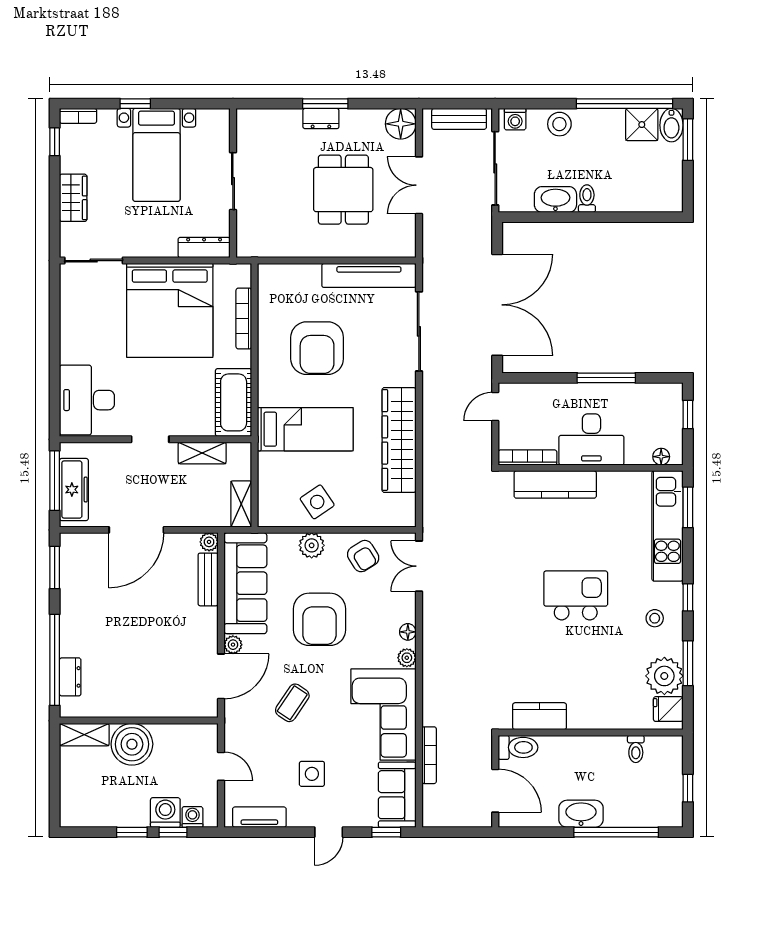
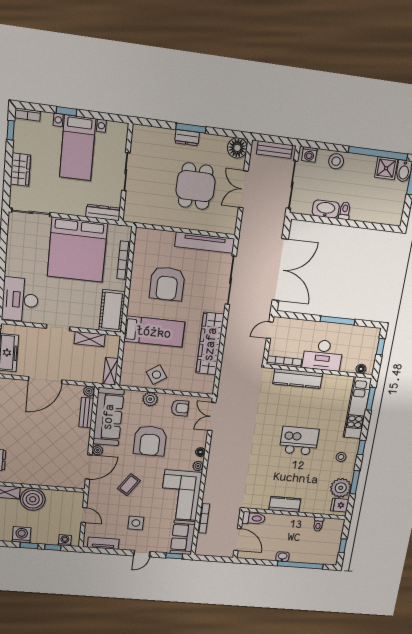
armchair: (363, 556) -> (180, 408), turned -58
kitchen counter: (540, 716) -> (285, 504), moved
washing machine: (165, 813) -> (22, 535), moved
washbasin: (581, 814) -> (282, 557), width x0.52, depth x0.69

